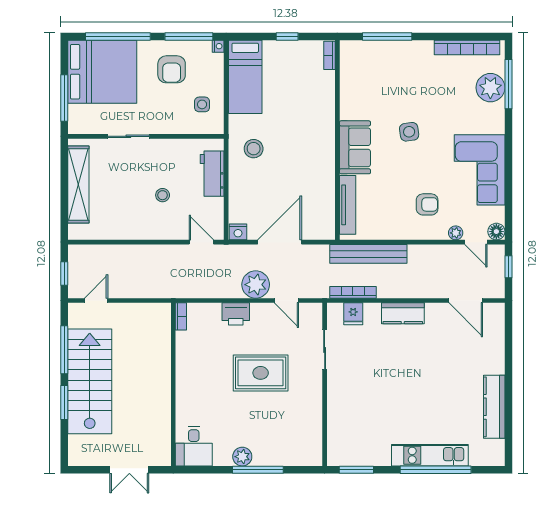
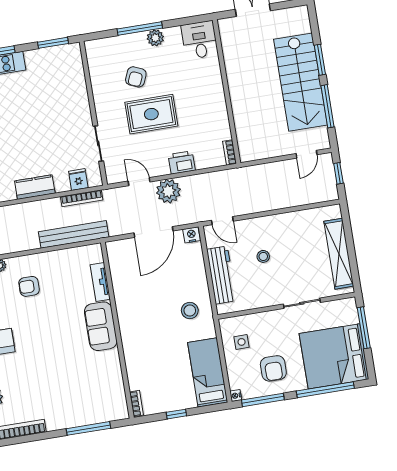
armchair: (172, 69) -> (273, 368), turned 180
side table: (409, 132) -> (55, 348), removed
workbench: (212, 174) -> (221, 275), width x1.38
tv unit: (348, 205) -> (100, 282), width x0.71
armchair: (271, 417) -> (136, 77), added

